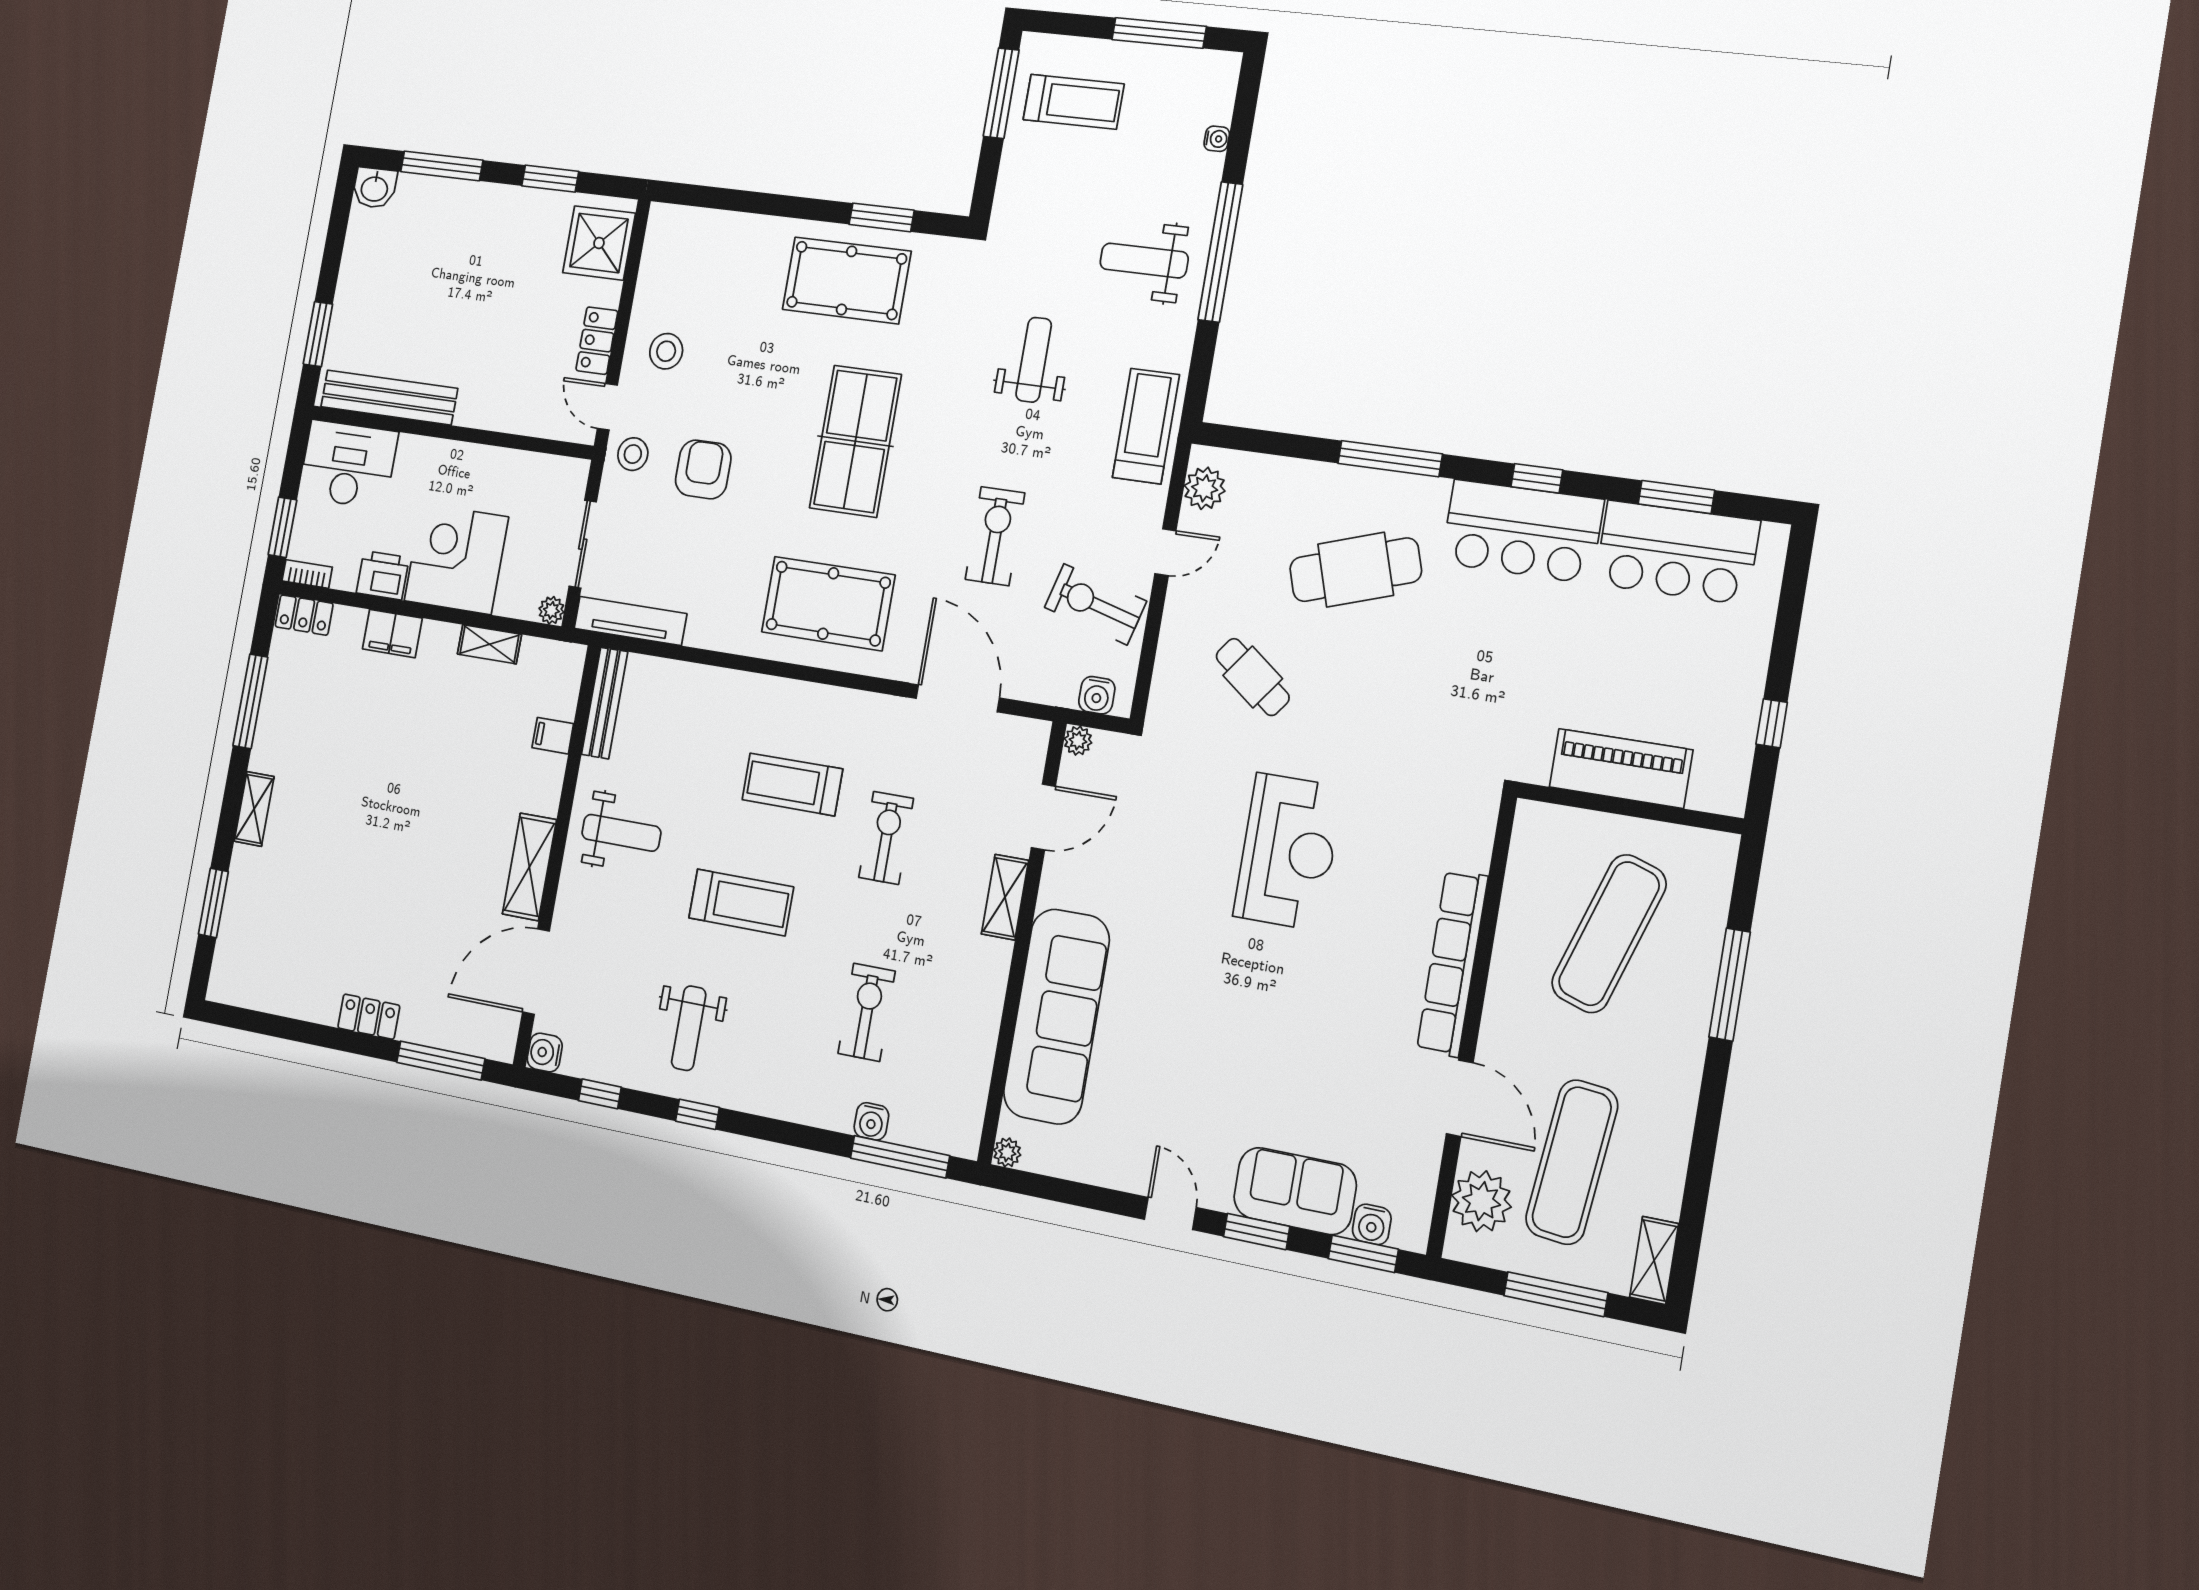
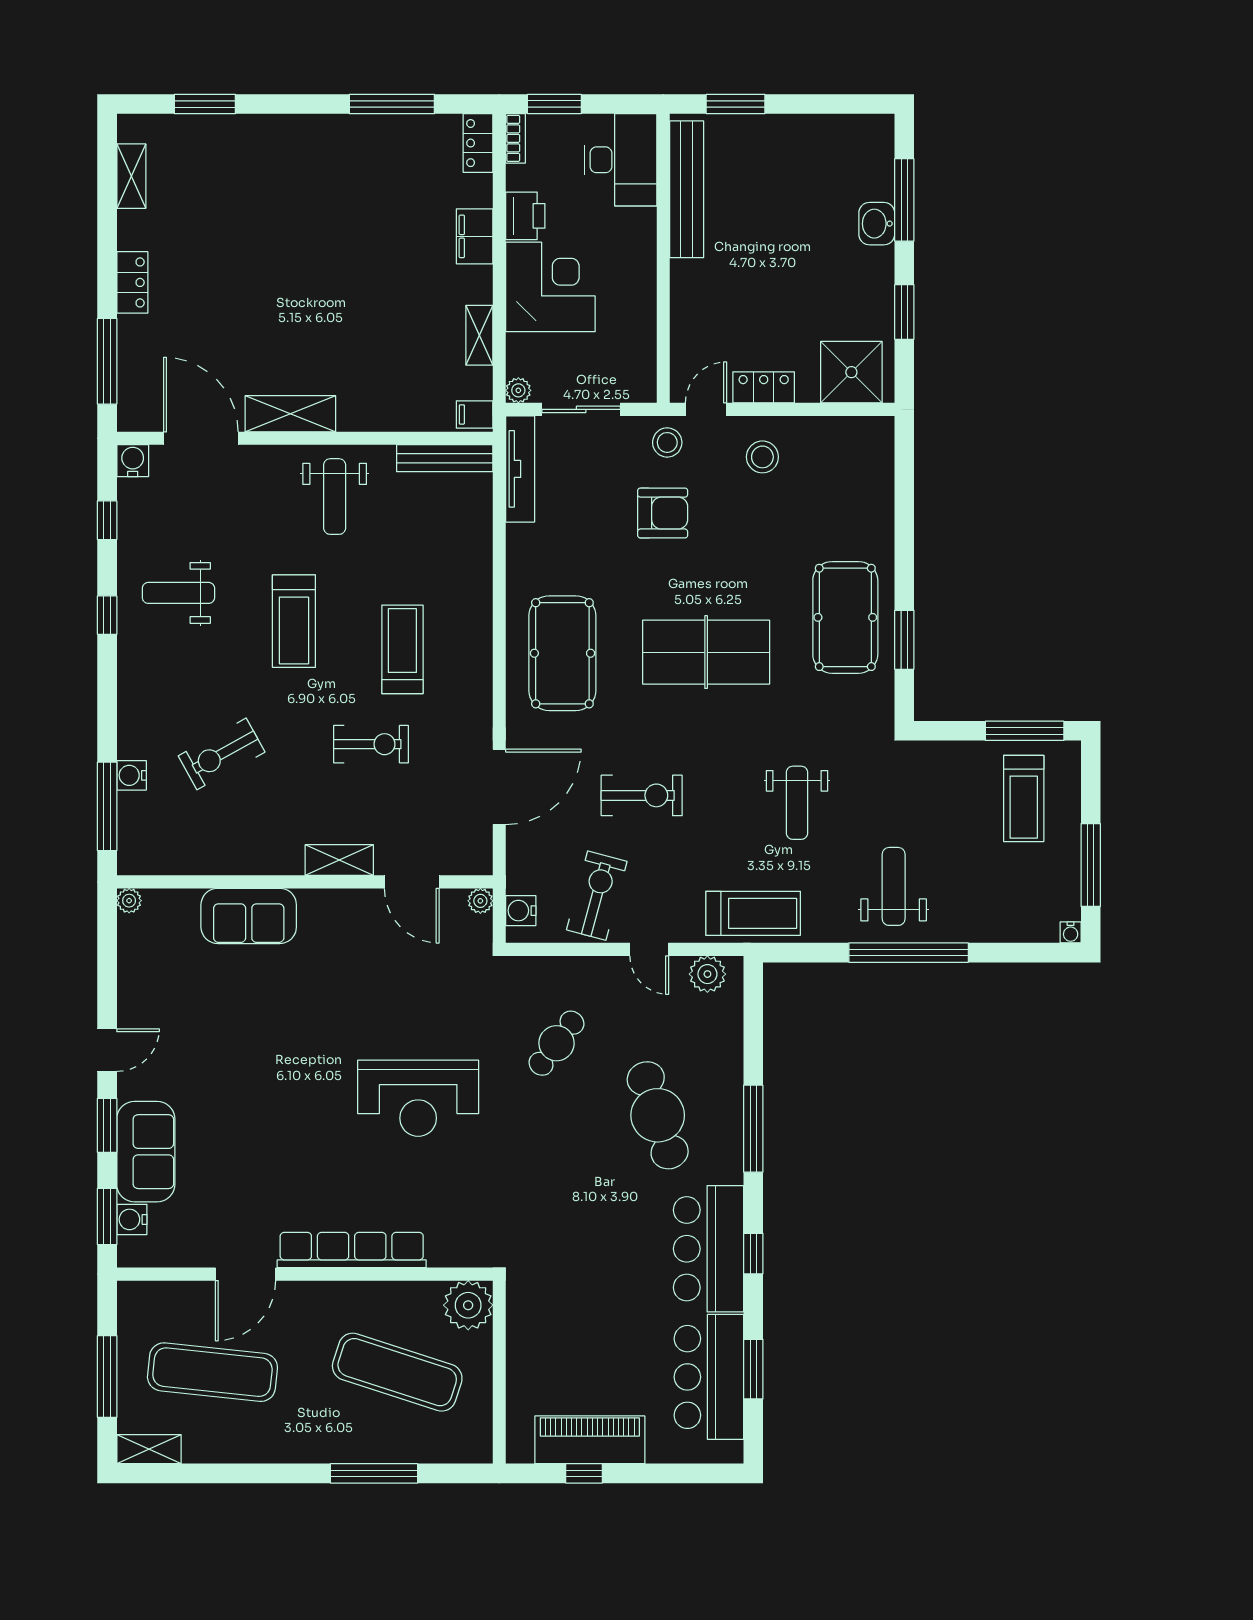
water cooler: (1217, 139) -> (1071, 932), moved
washbasin: (375, 188) -> (877, 224), moved
weight bench: (1034, 360) -> (797, 803), turned 90
filing cabinet: (553, 736) -> (475, 414), moved, turned -90
piano: (1621, 768) -> (590, 1440), moved, turned -90
shelving: (254, 809) -> (131, 176), moved, turned 90
exercise bike: (867, 1012) -> (222, 754), turned 151
sofa: (1056, 1016) -> (249, 916), width x0.54, depth x0.79
plant: (1481, 1201) -> (468, 1305), moved

